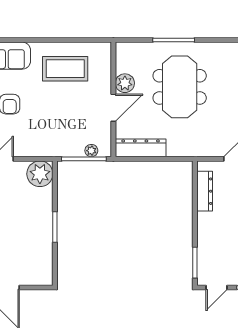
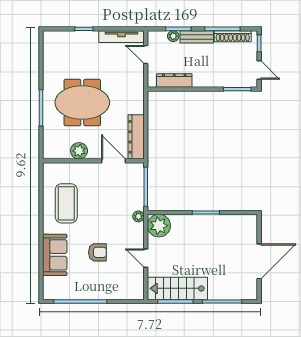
door: (113, 108) -> (114, 161), moved
plant: (91, 151) -> (138, 216), moved

